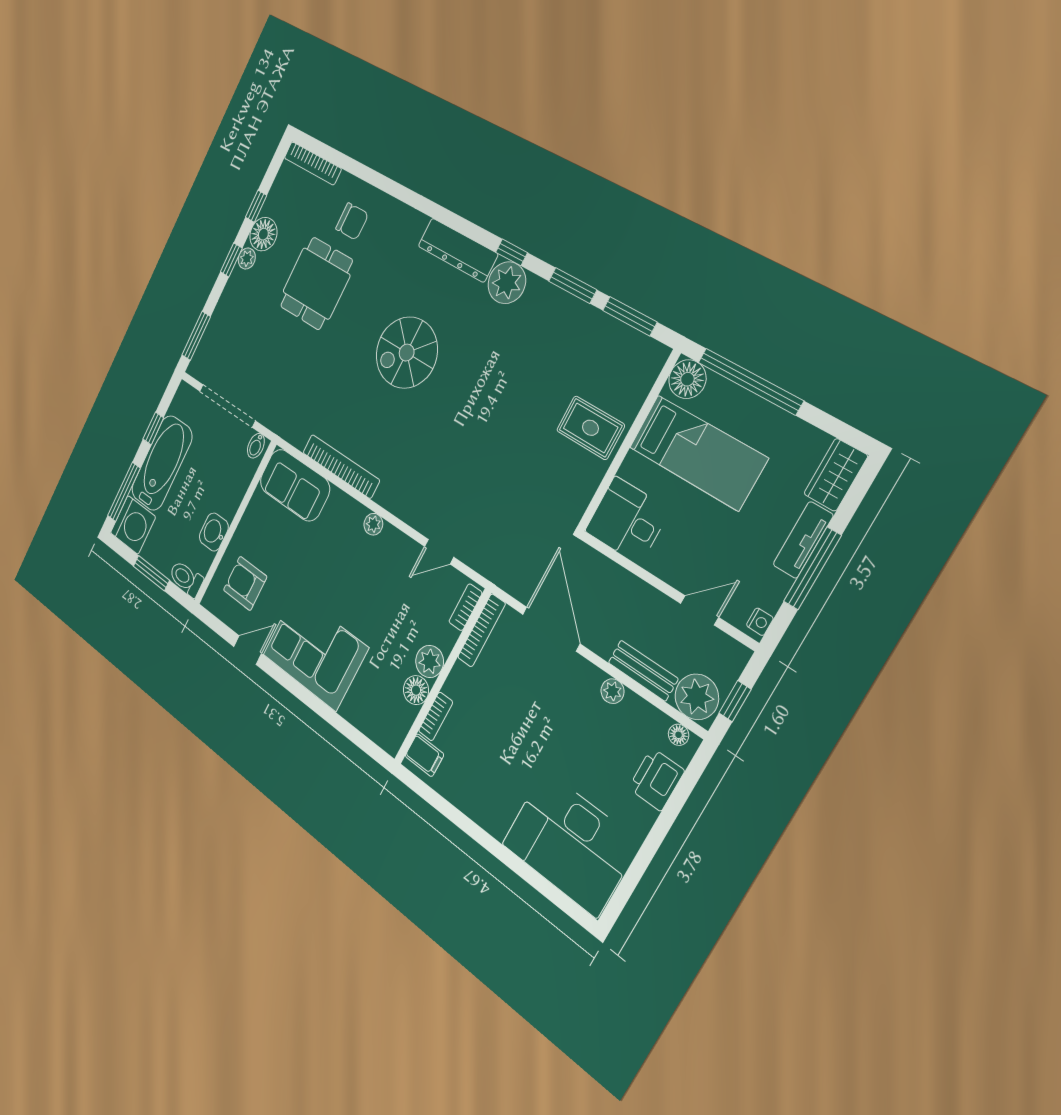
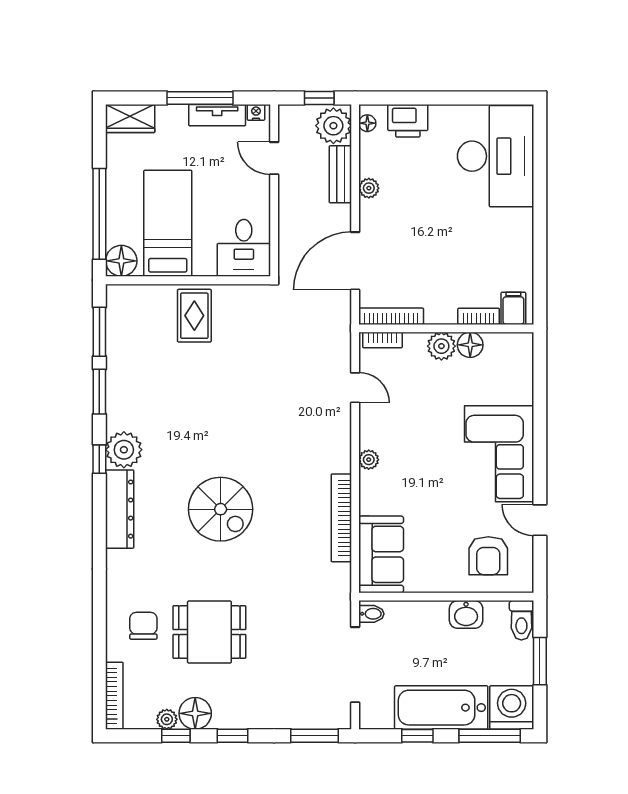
plant: (247, 258) -> (167, 719), moved
tv unit: (803, 540) -> (217, 115), moved

